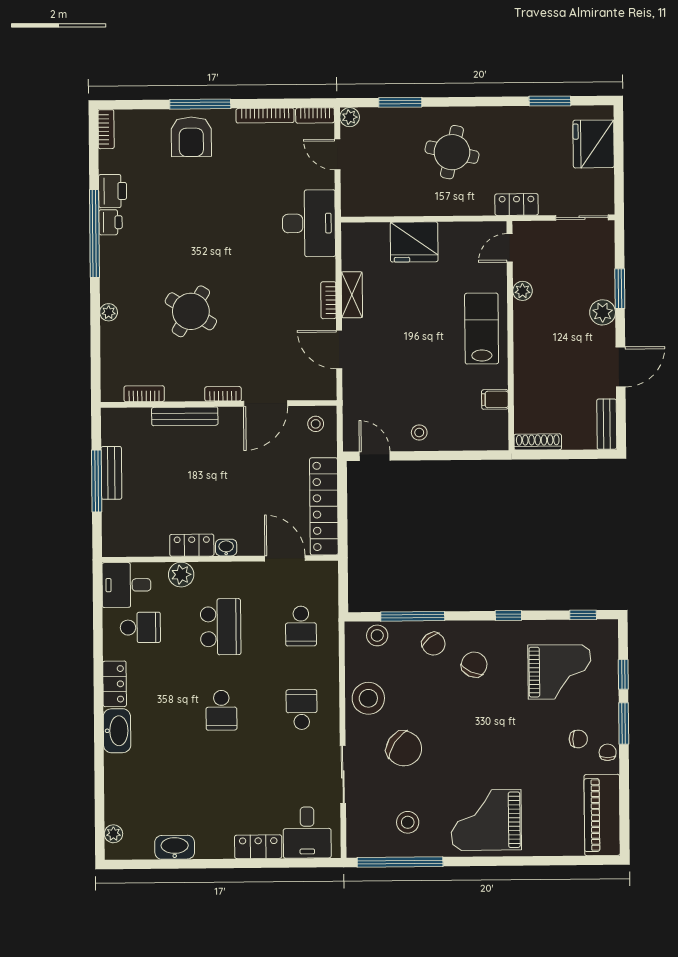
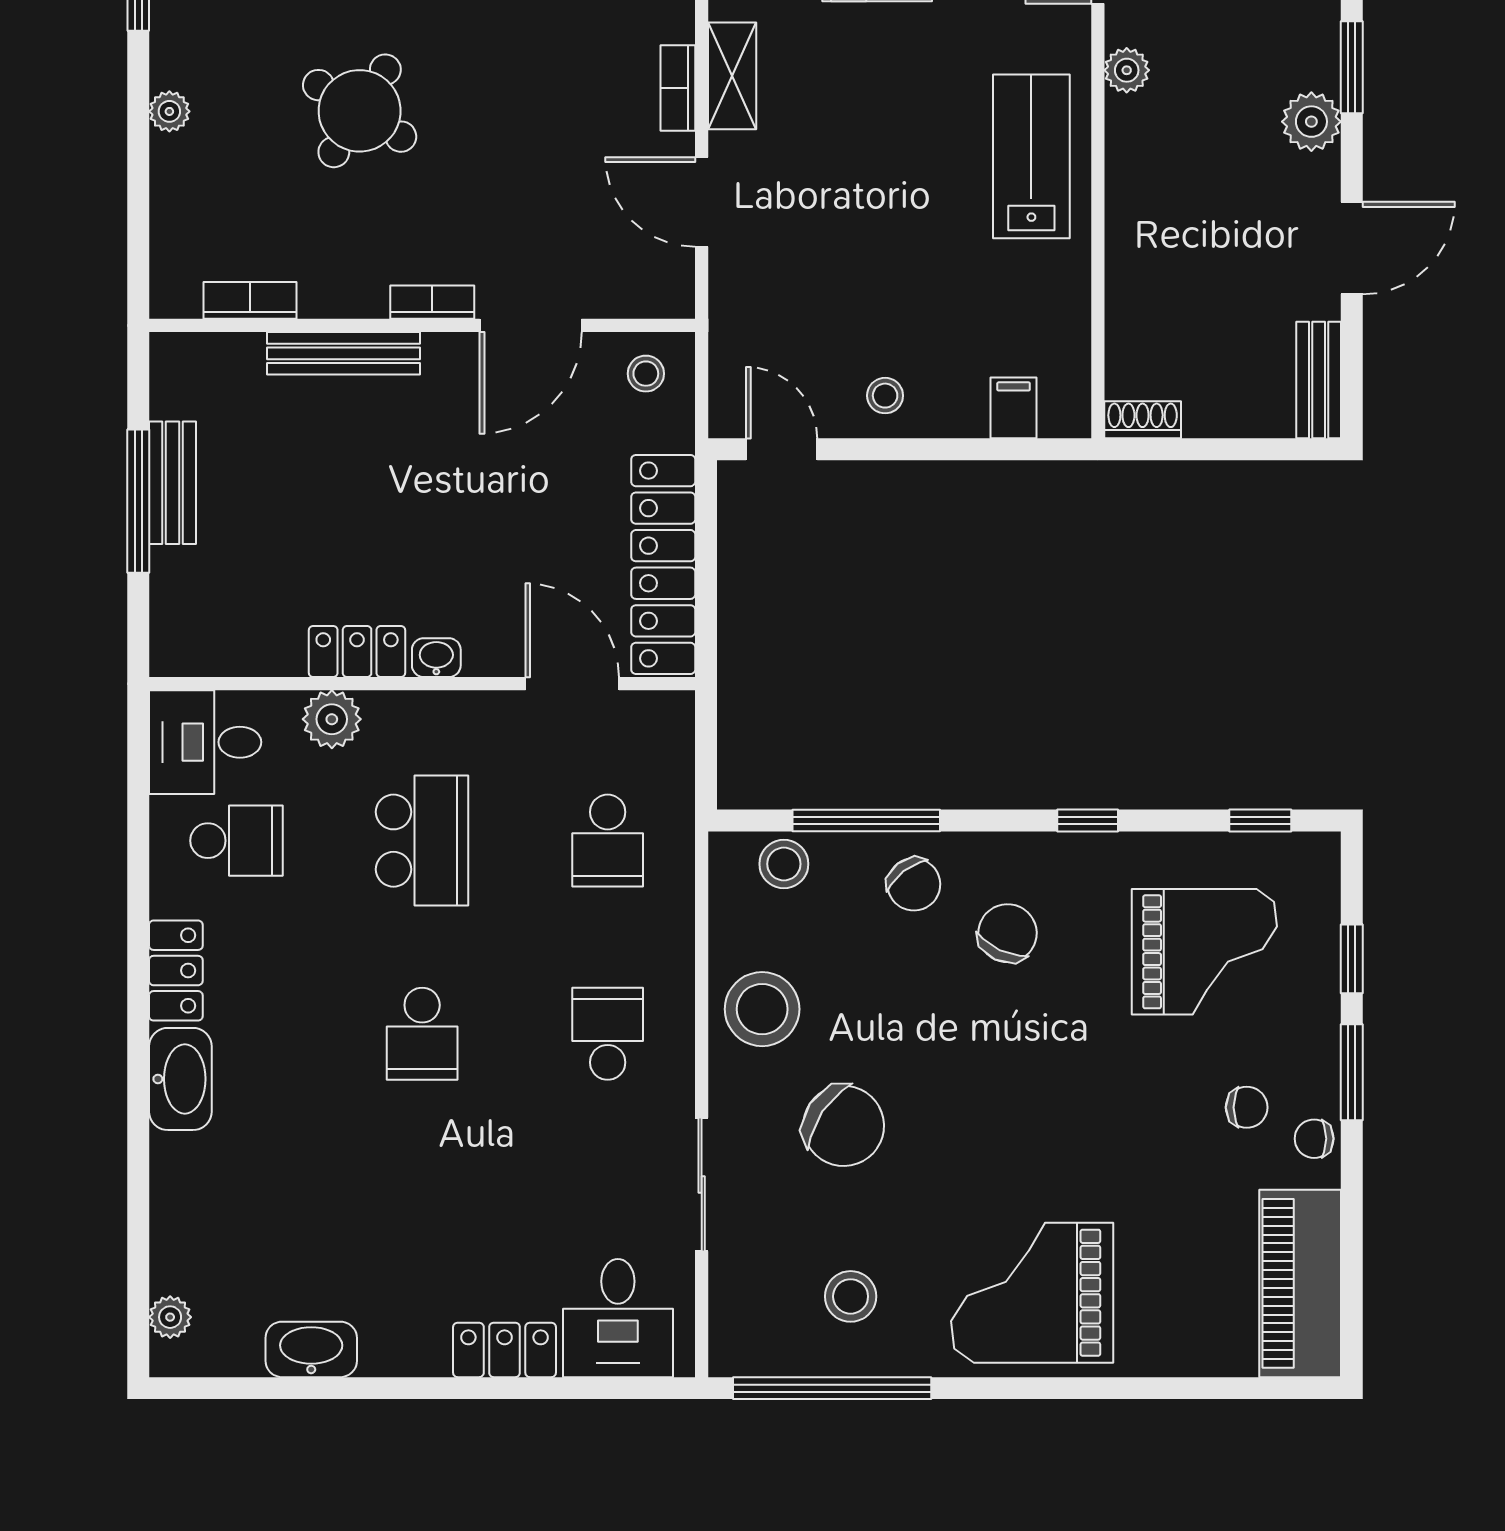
filing cabinet: (495, 399) -> (1014, 408), moved, turned 90
shoe rack: (538, 442) -> (1143, 420), width x0.70
chair: (608, 752) -> (1314, 1139), turned -90

